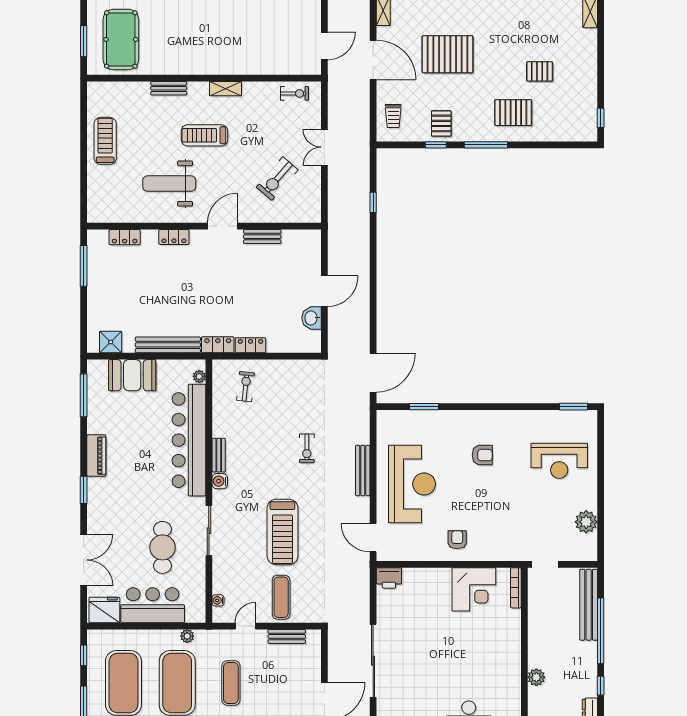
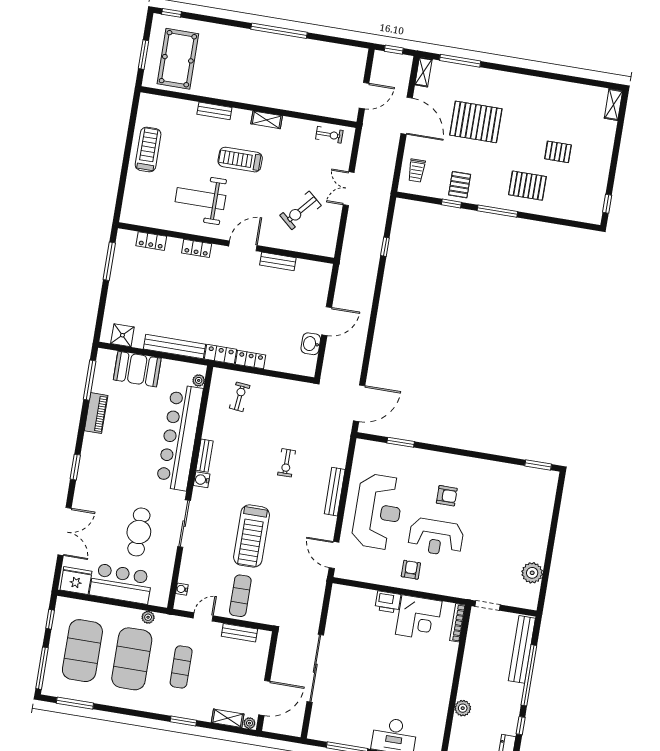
piano: (96, 456) -> (96, 413), moved
reception desk: (559, 461) -> (436, 537), moved
printer: (389, 578) -> (388, 602), moved

